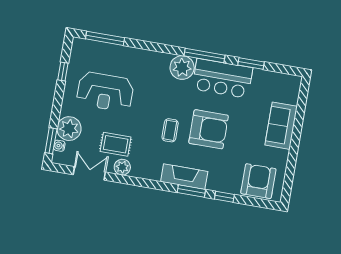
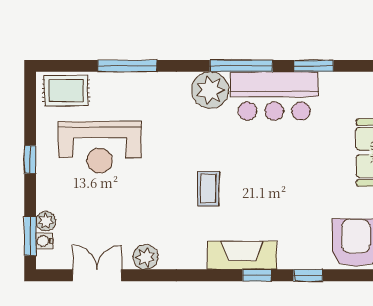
window: (105, 38) -> (127, 66), moved
window: (63, 72) -> (30, 160), moved
plant: (69, 129) -> (46, 221), width x0.53, depth x0.53
armchair: (209, 129) -> (267, 177), removed
rug: (116, 144) -> (66, 91), moved
window: (191, 191) -> (257, 275), width x0.67

